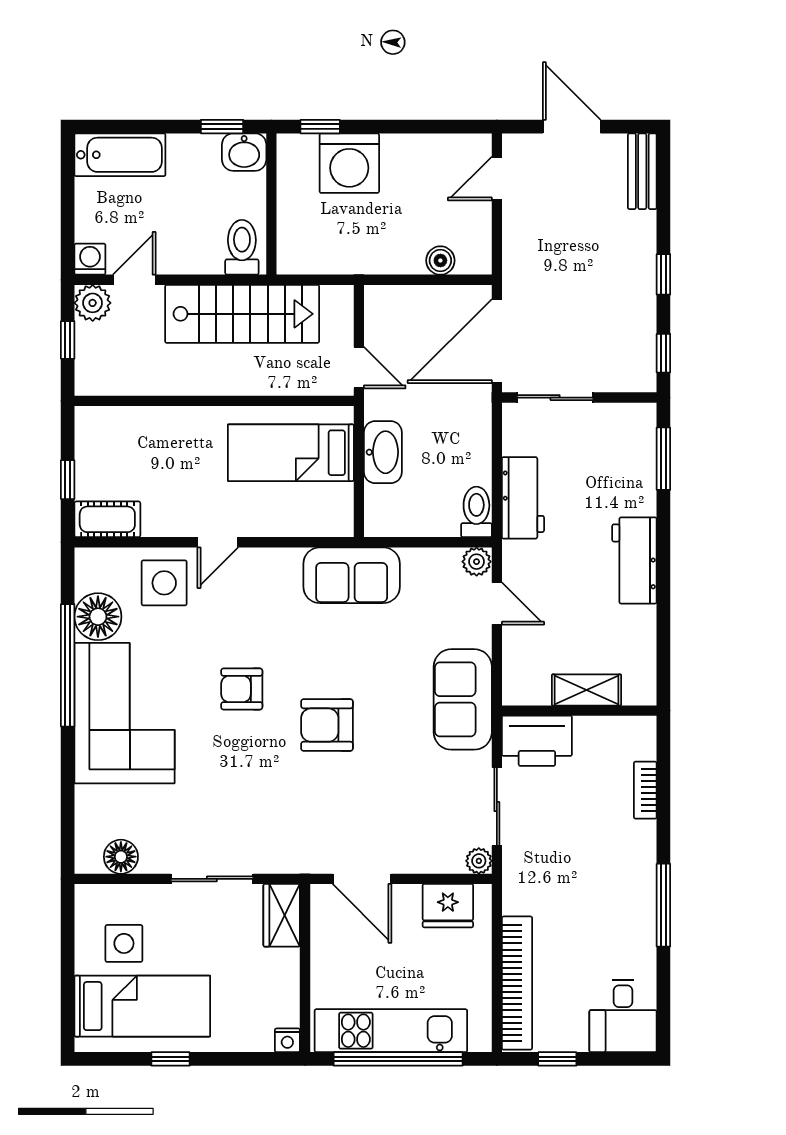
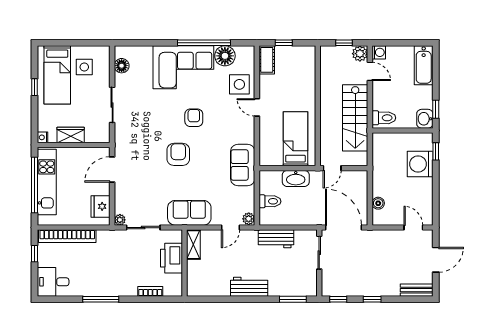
toilet: (476, 512) -> (270, 201), moved
shelving: (587, 690) -> (193, 245), moved
printer: (537, 741) -> (171, 258), moved
wardrobe: (282, 915) -> (71, 135), moved

